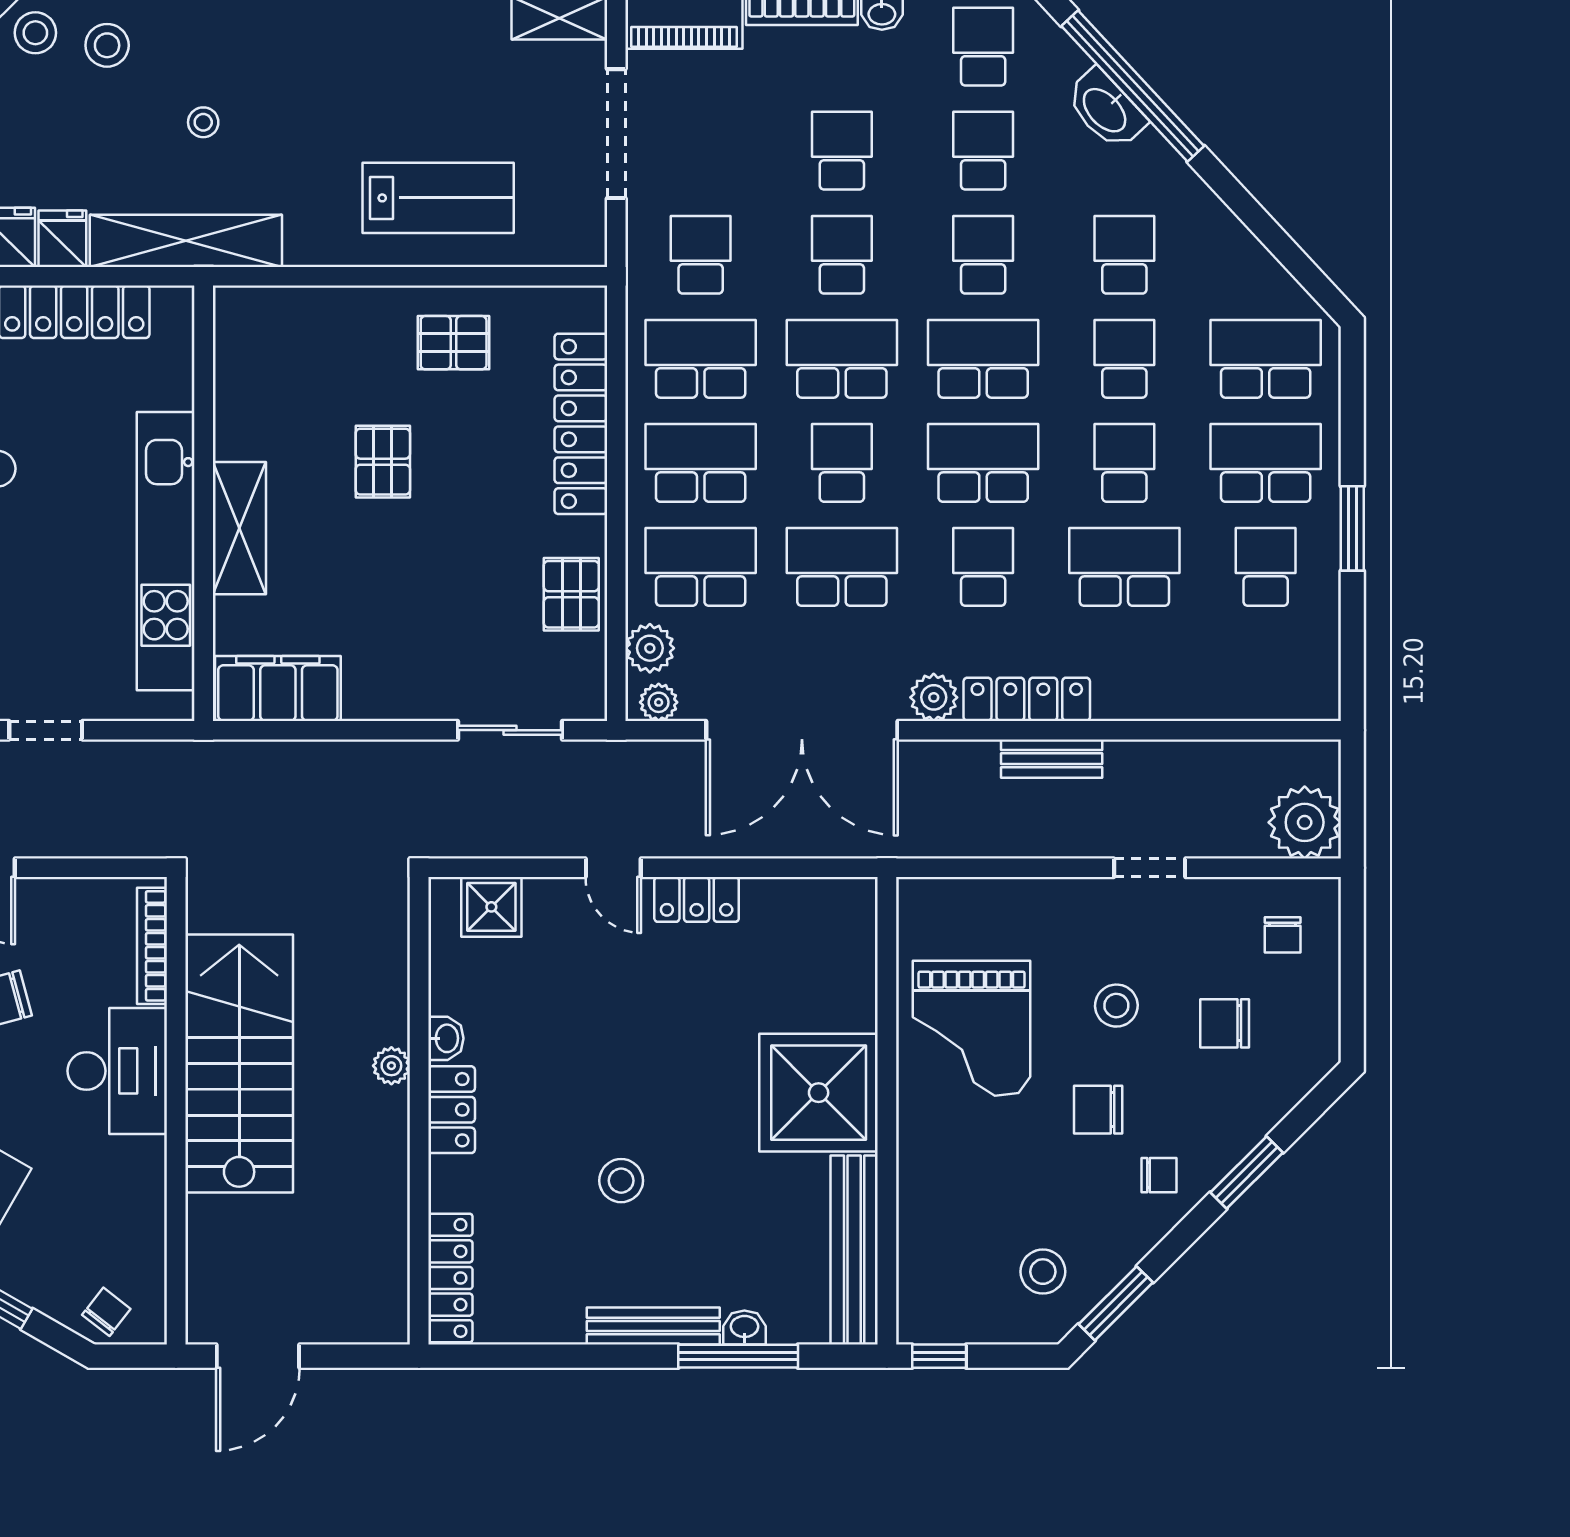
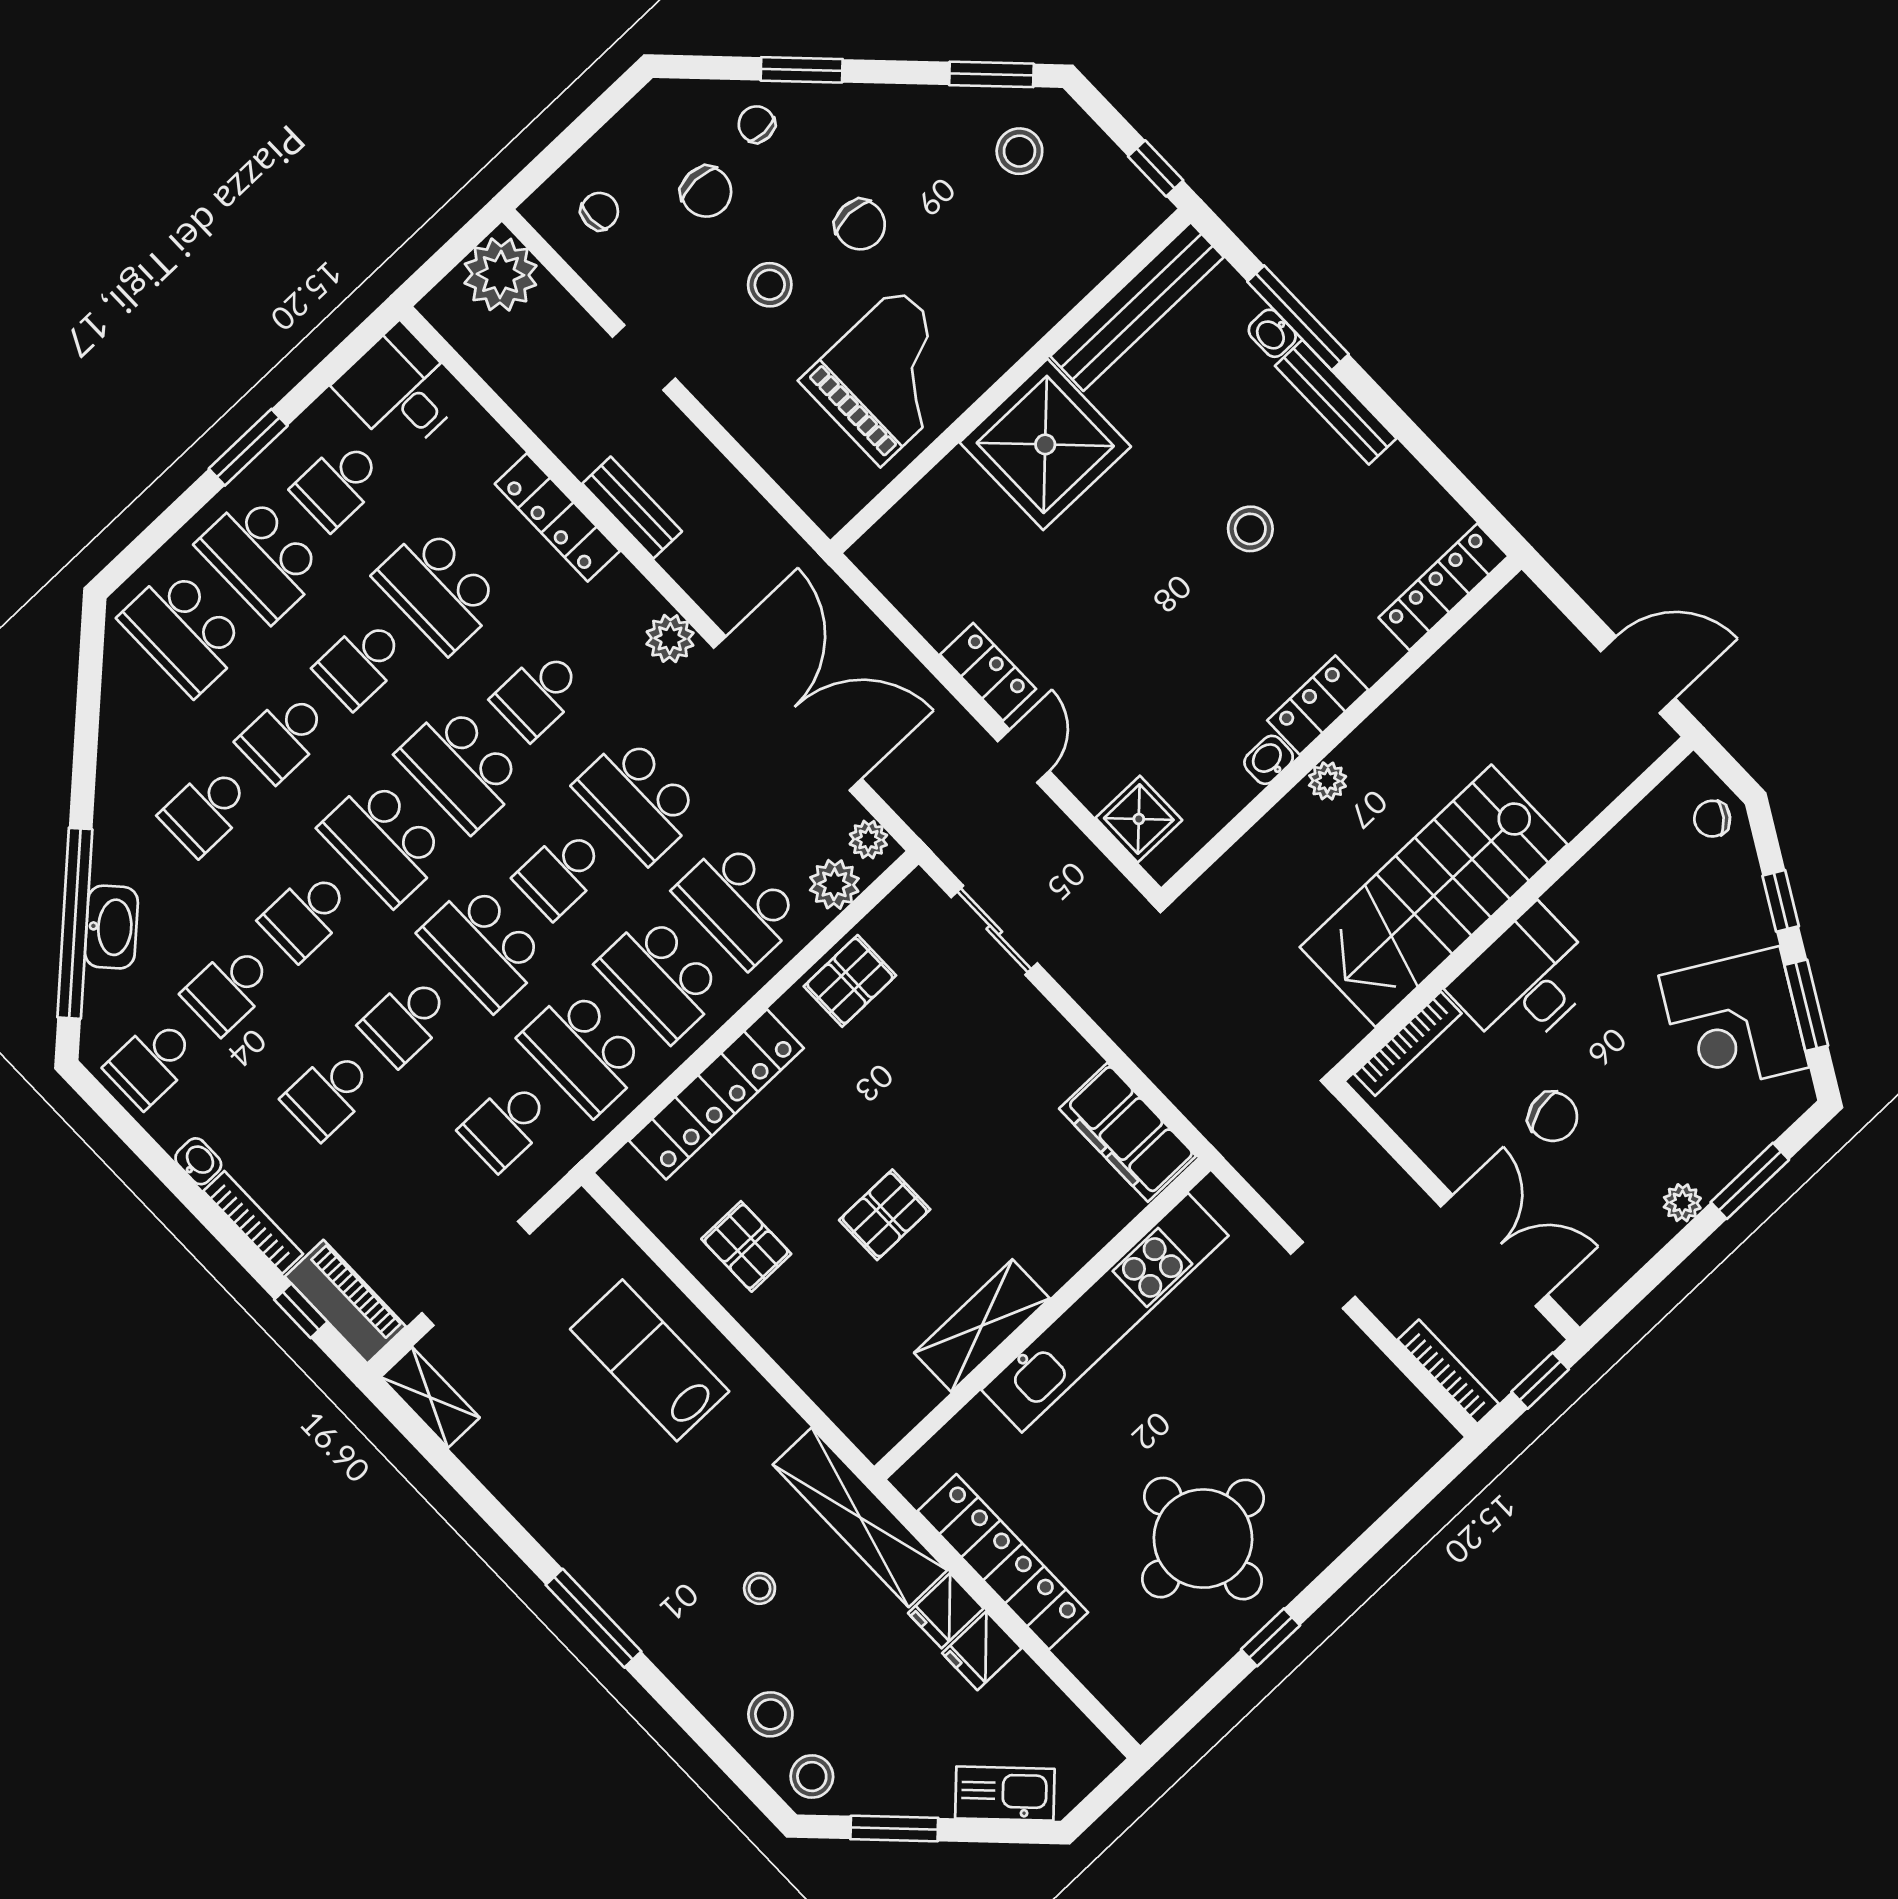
shelving: (239, 528) -> (982, 1326), moved
desk: (1290, 674) -> (400, 390), added
locker: (1027, 699) -> (557, 517), moved
chair: (1159, 1175) -> (757, 124), moved

